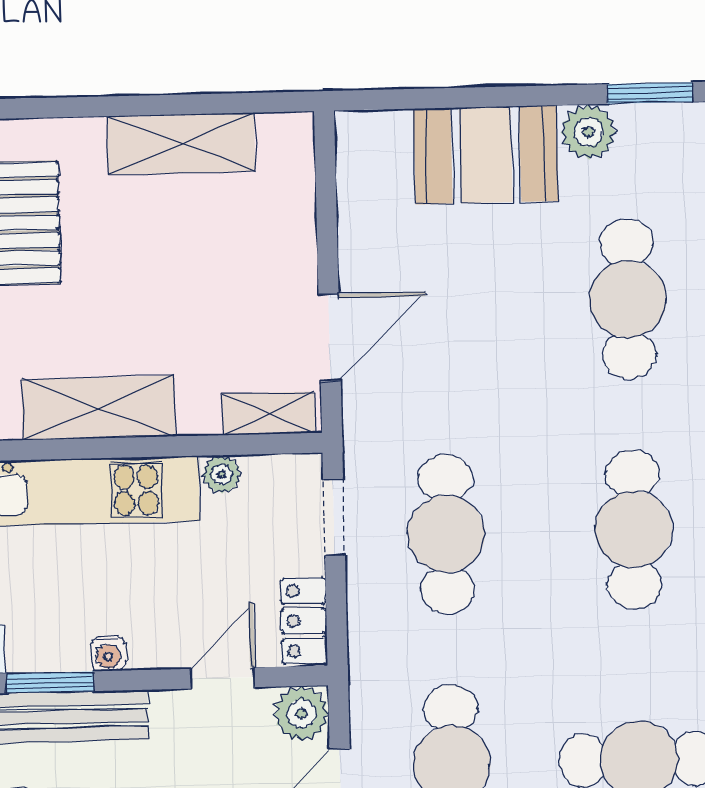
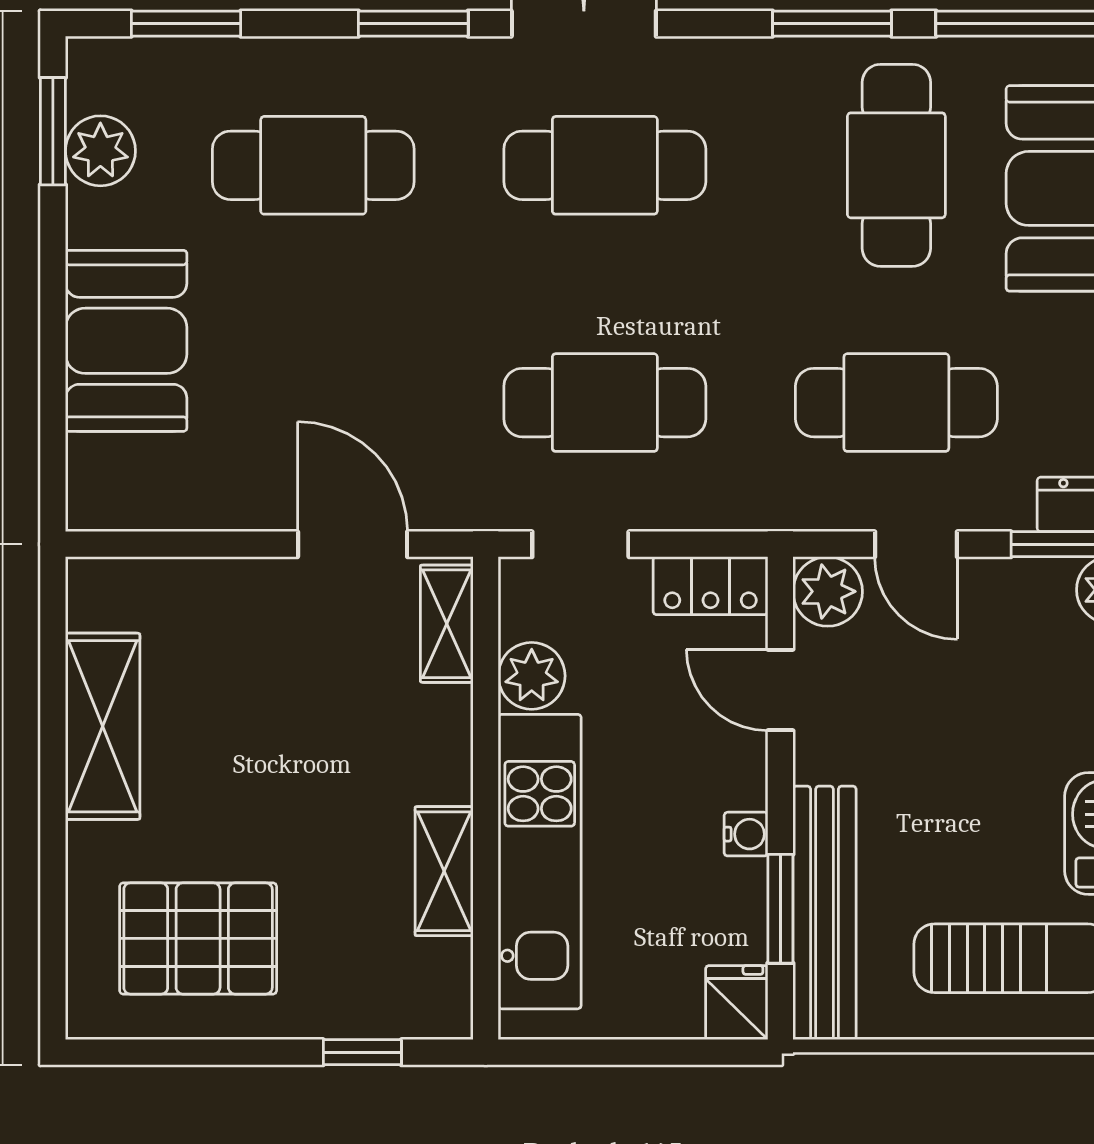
plant: (588, 132) -> (100, 151), moved
shelving: (99, 408) -> (444, 871), width x0.67, depth x0.75
plant: (222, 474) -> (532, 676), width x1.38, depth x1.38

